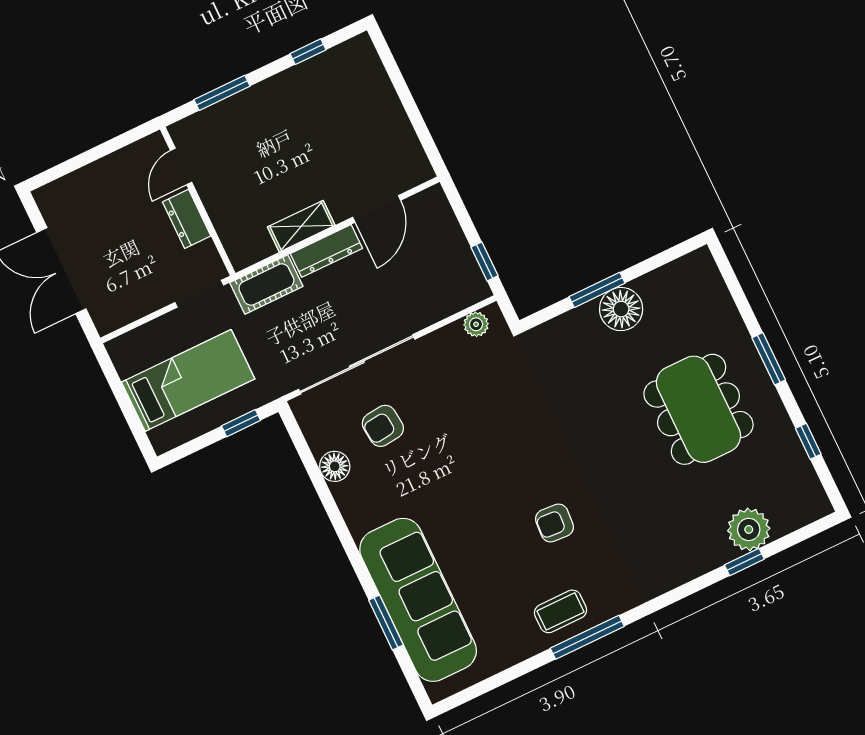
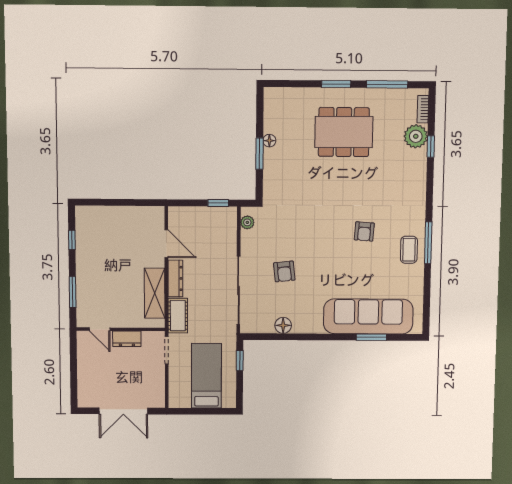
shelving: (301, 226) -> (155, 293), width x1.50, depth x1.33
floor lamp: (621, 309) -> (269, 141), width x0.53, depth x0.53
armchair: (383, 426) -> (284, 271), moved
window: (808, 441) -> (387, 84), width x2.17
bookcase: (797, 519) -> (423, 109), added

